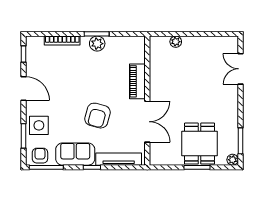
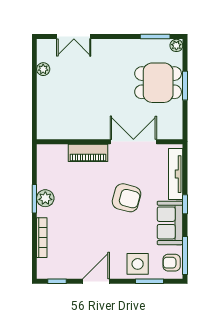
plant: (176, 42) -> (43, 69), moved

